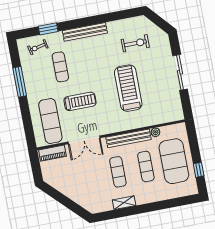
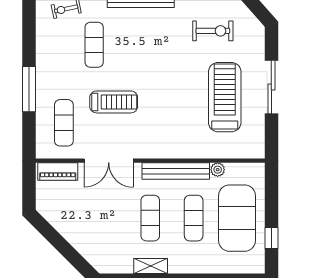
window: (20, 82) -> (29, 89), moved
treadmill: (128, 88) -> (225, 97), moved
exercise mat: (50, 121) -> (64, 123), width x0.73, depth x0.69

